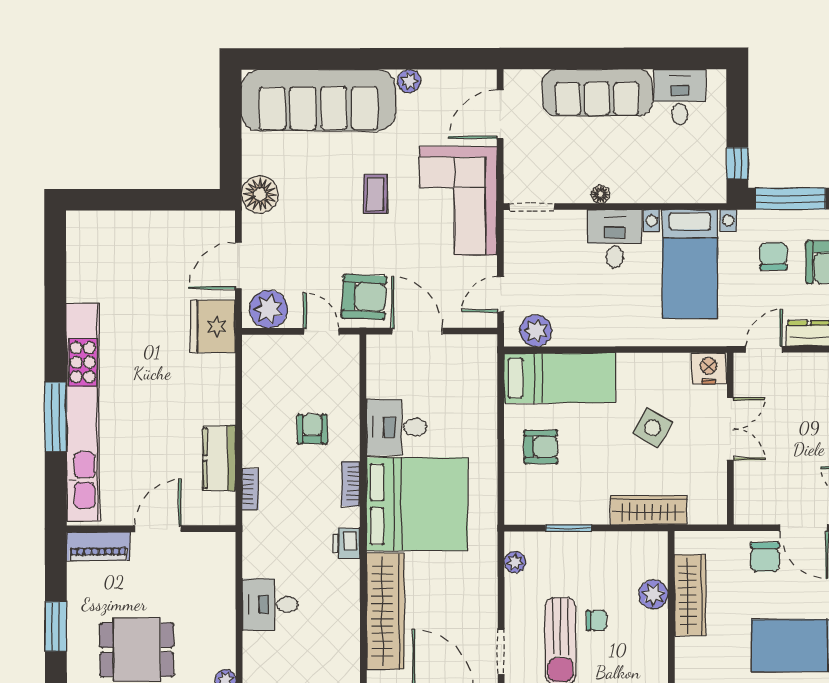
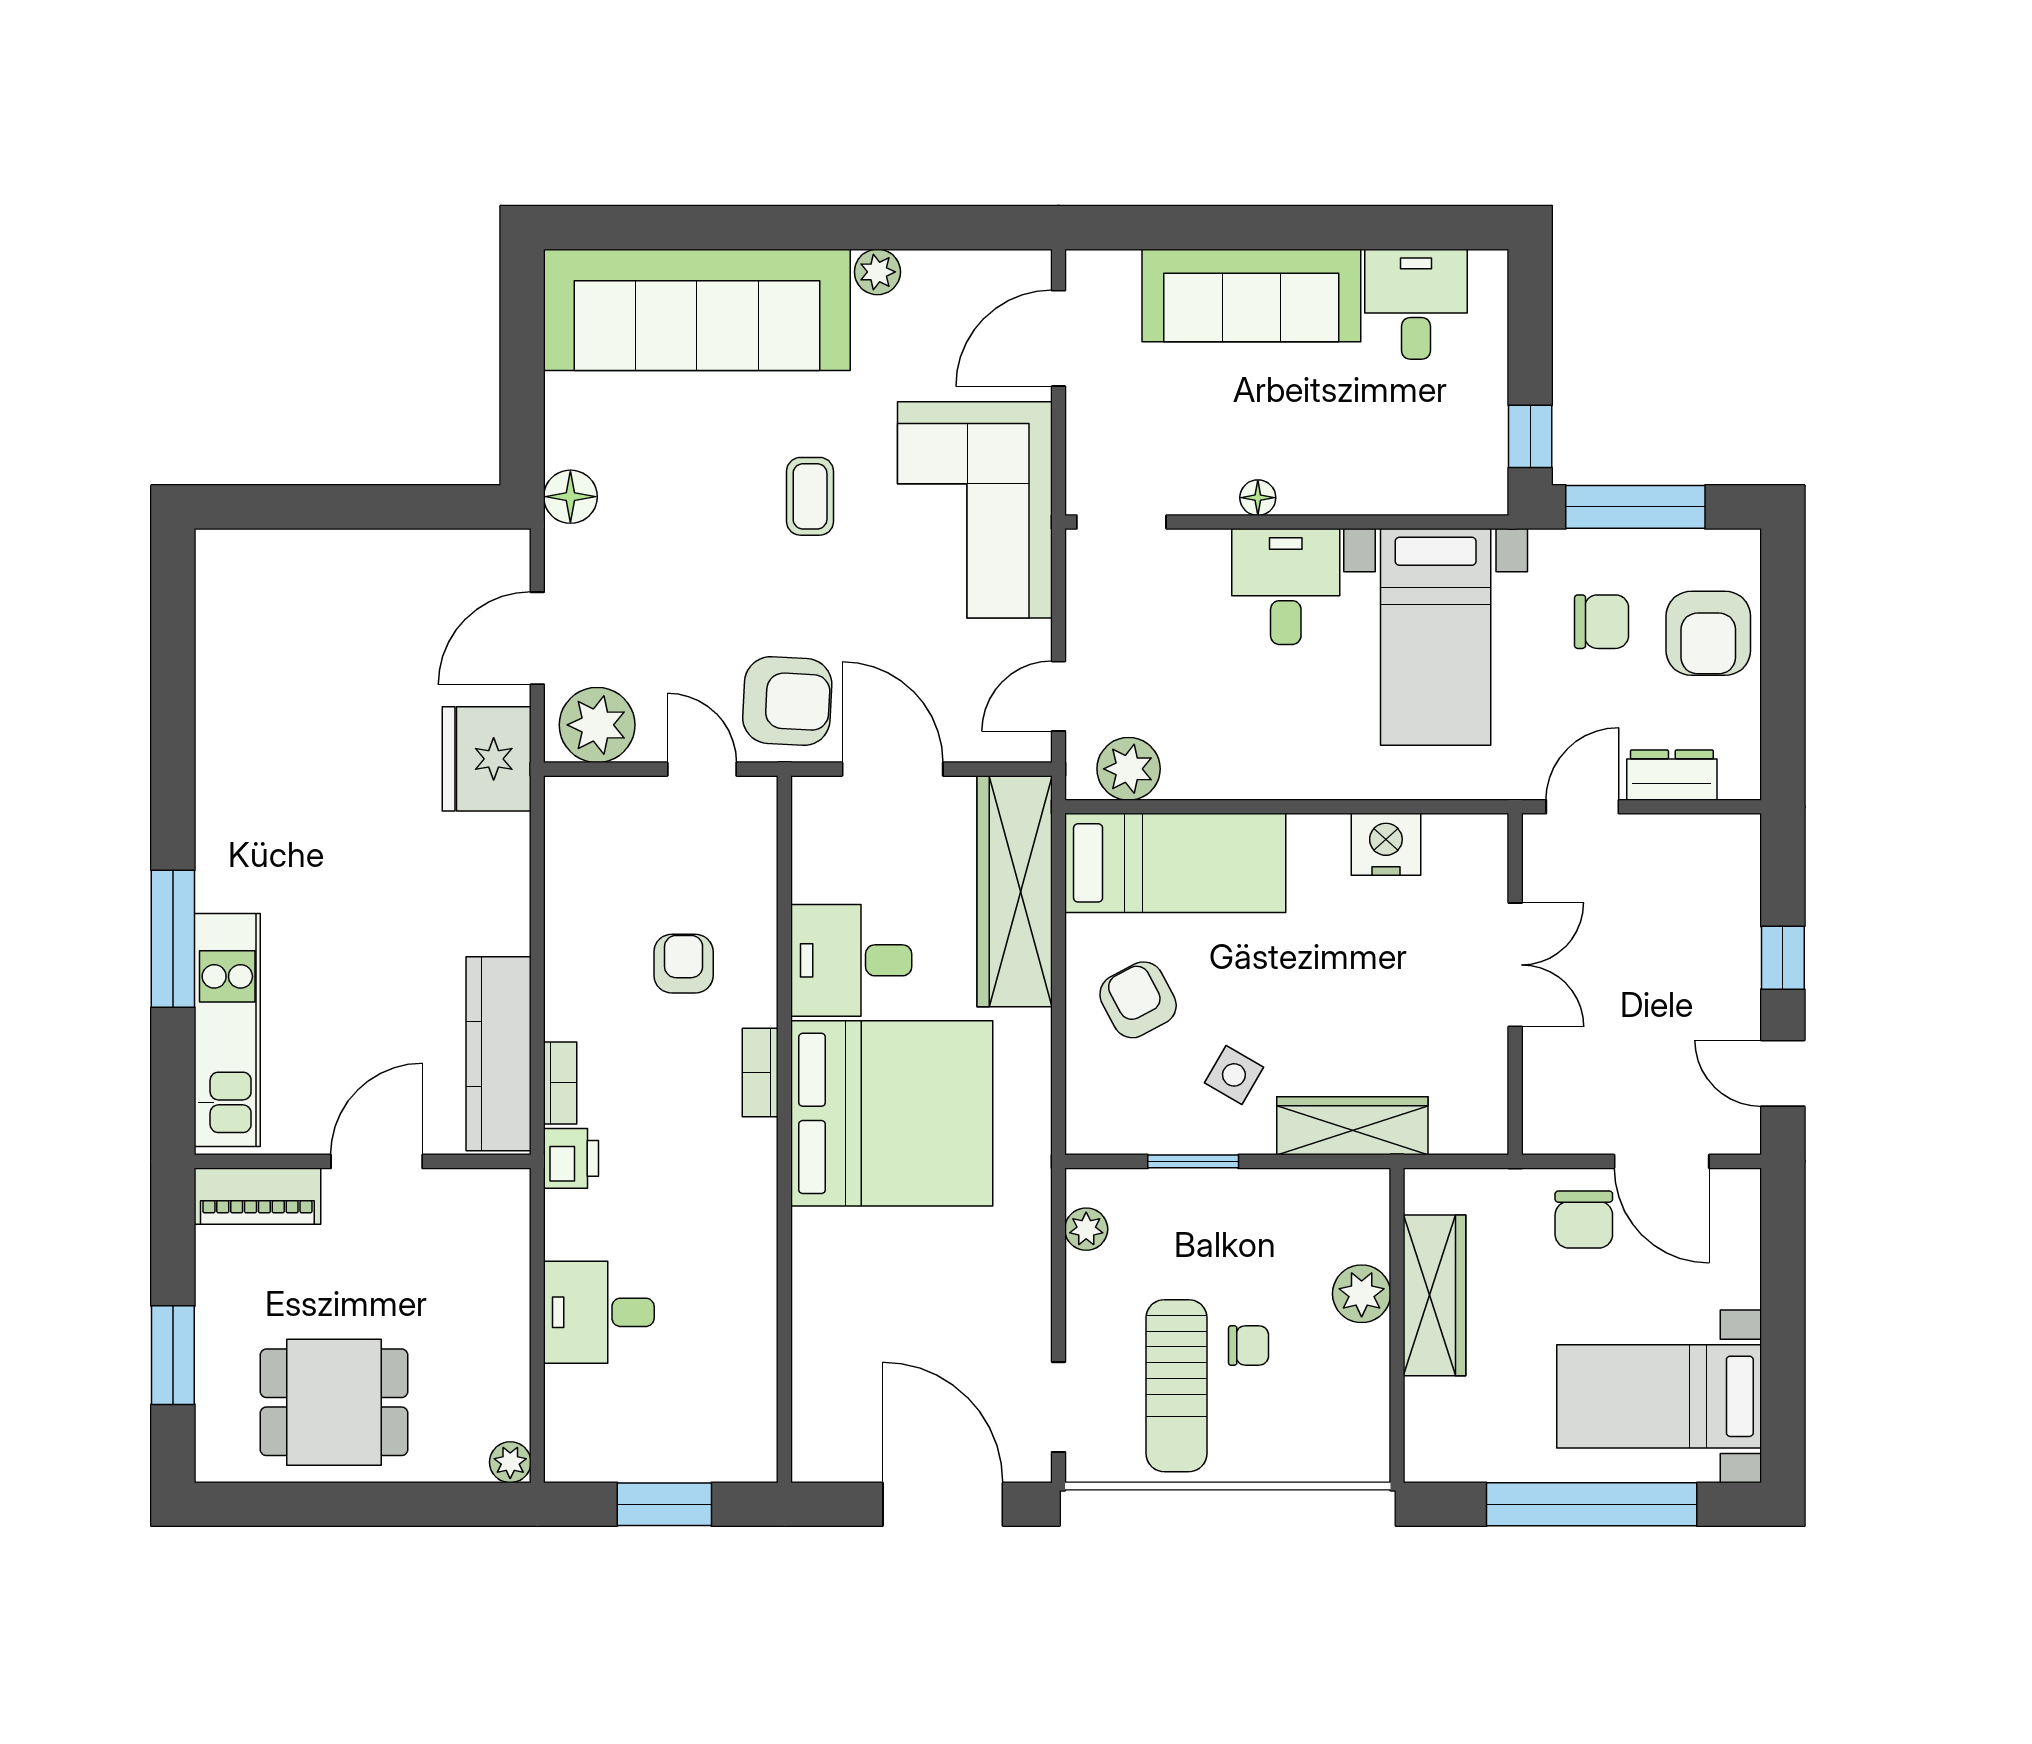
floor lamp: (260, 194) -> (570, 497), width x0.73, depth x0.73
chair: (773, 256) -> (1602, 622), turned 90
nightstand: (709, 368) -> (1386, 844), moved
kitchen unit: (83, 412) -> (227, 1030), width x0.54
side table: (652, 428) -> (1234, 1075), moved, width x0.73, depth x0.73
armchair: (541, 447) -> (1138, 1000), turned -118
kitchen counter: (219, 458) -> (498, 1054), width x1.50
printer: (346, 543) -> (571, 1158), moved, turned 180
wardrobe: (385, 611) -> (1015, 891), moved, turned 180

